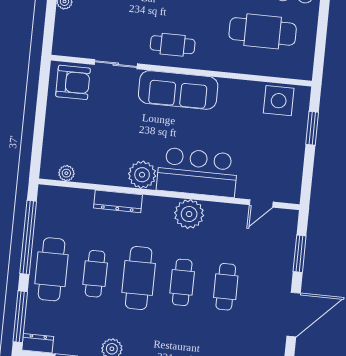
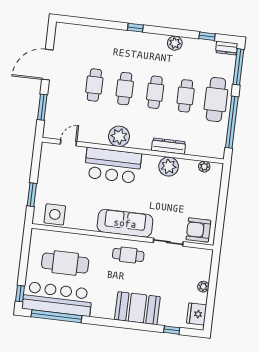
plant: (142, 175) -> (169, 166), moved
cafe table: (139, 278) -> (155, 92), width x0.73, depth x0.74

